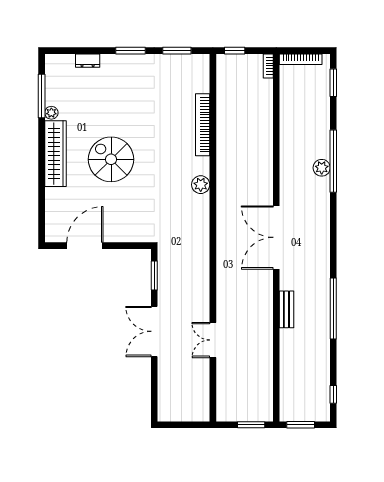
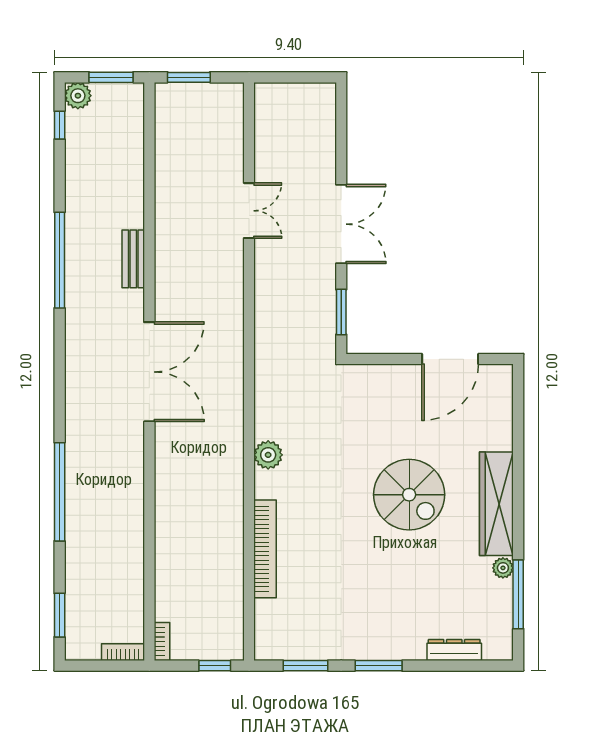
bookcase: (301, 59) -> (123, 652), width x0.64
dresser: (88, 61) -> (454, 650), width x1.44
plant: (322, 168) -> (78, 96), moved

